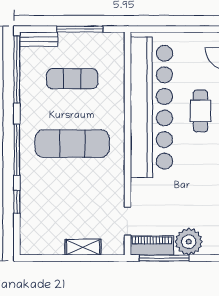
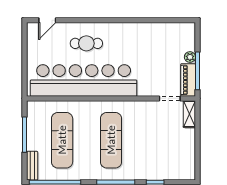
exercise mat: (72, 79) -> (62, 140), width x1.36, depth x1.45
plant: (189, 242) -> (190, 57), width x0.53, depth x0.53
shelving: (83, 247) -> (189, 114), moved

